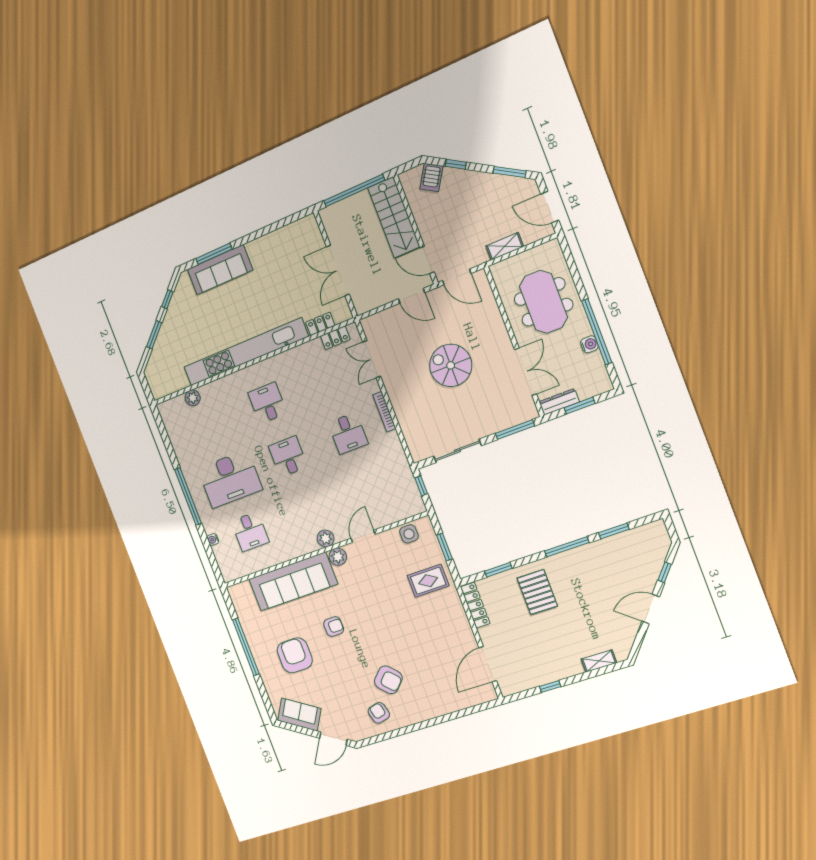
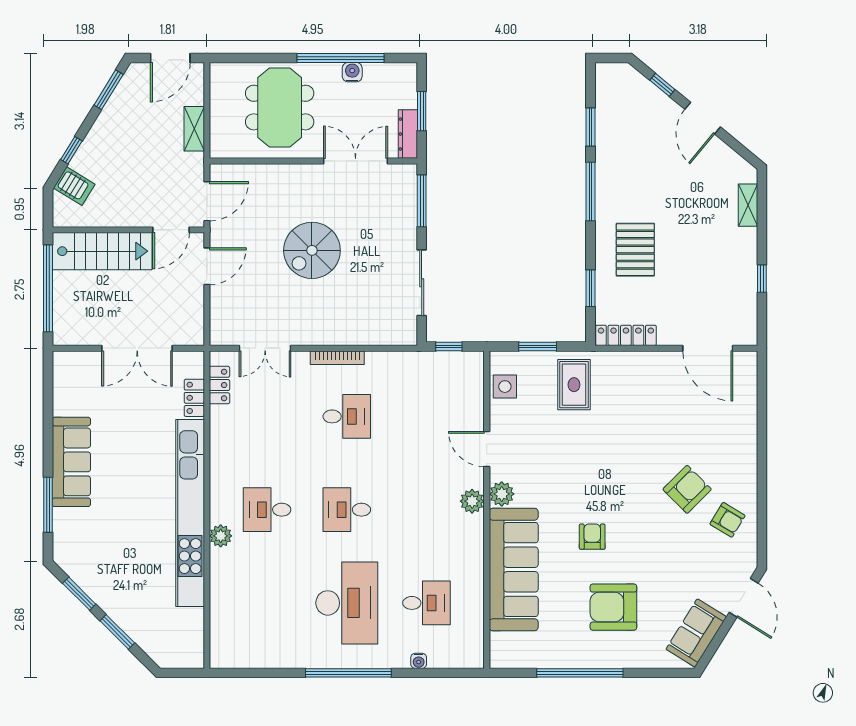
sofa: (220, 270) -> (71, 462), moved
window: (167, 299) -> (79, 594), width x1.50
meeting table: (543, 302) -> (280, 108), turned 90
plant: (193, 398) -> (221, 536), moved
pallet: (537, 592) -> (635, 250), turned 90
armchair: (379, 713) -> (728, 520), turned -135

